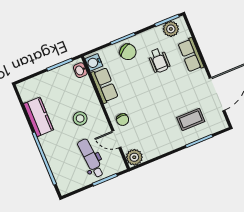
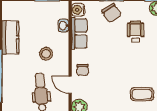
wheelchair: (159, 61) -> (135, 32), turned 180
washbasin: (80, 70) -> (63, 26), moved

